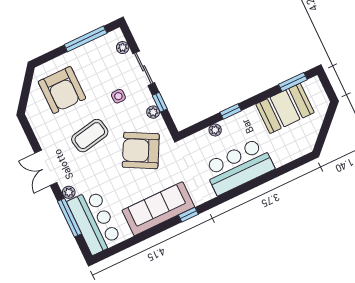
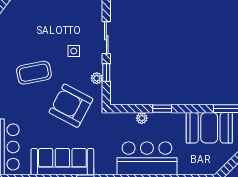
plant: (123, 48) -> (97, 12), removed
armchair: (62, 90) -> (29, 23), removed

